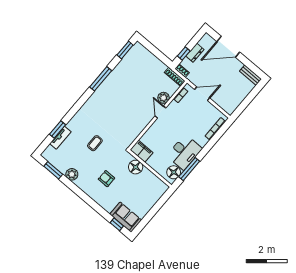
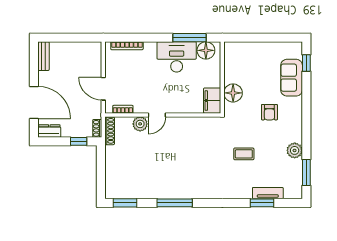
dresser: (195, 53) -> (49, 131), moved
sofa: (126, 217) -> (292, 78), moved

